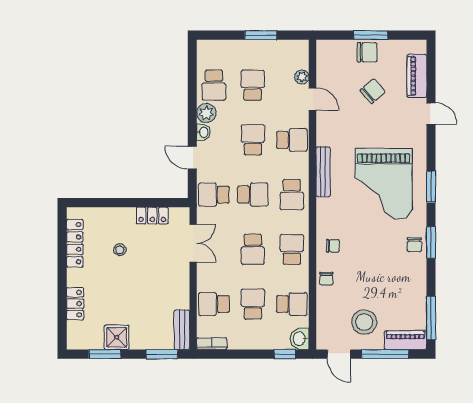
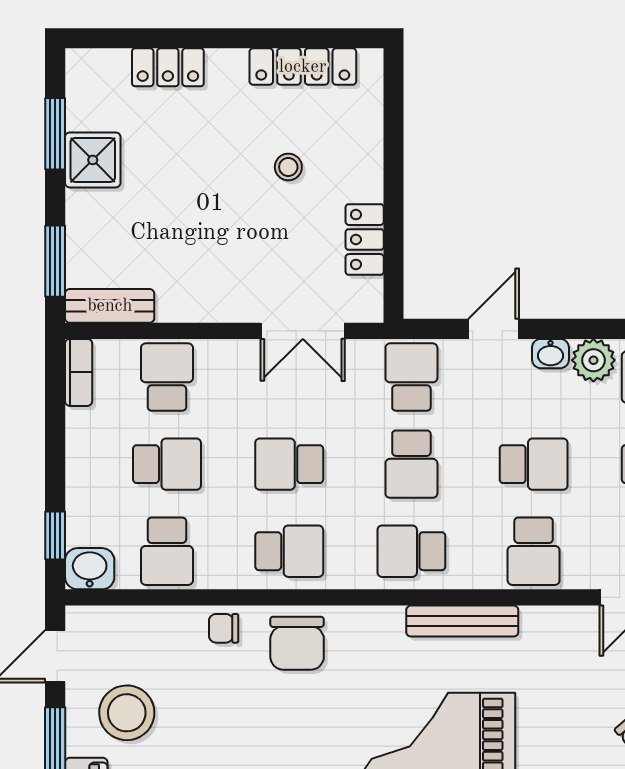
chair: (333, 246) -> (297, 643), width x1.87, depth x1.87

